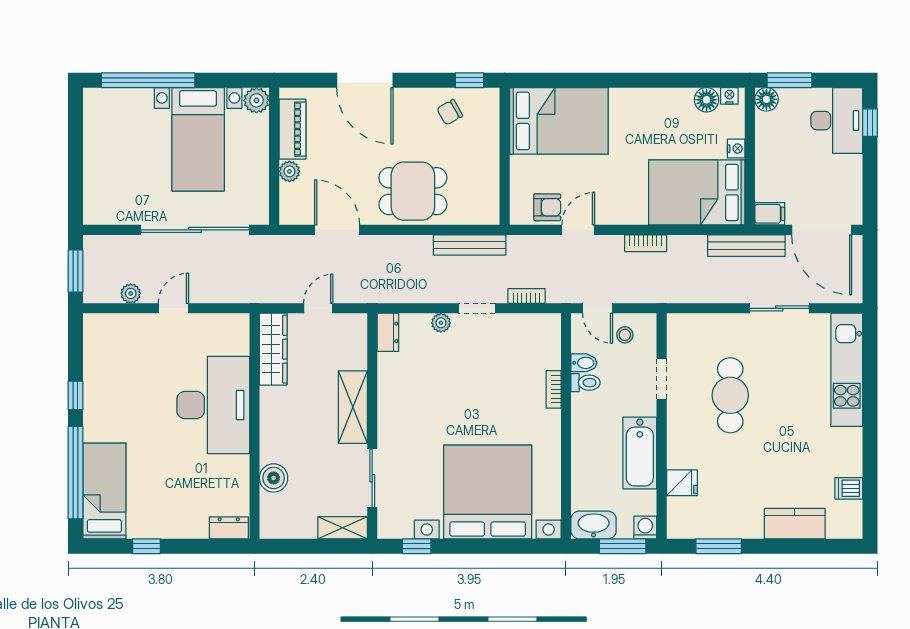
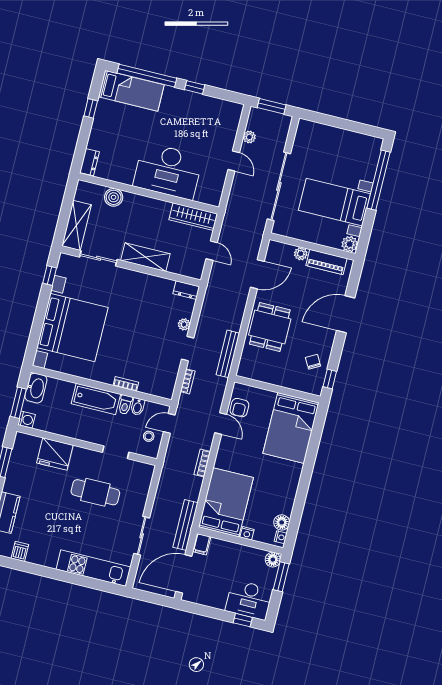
bathtub: (640, 453) -> (96, 399), moved, turned 180
fridge: (682, 483) -> (55, 454), width x1.88, depth x1.34
shelving: (343, 528) -> (76, 225), width x1.50, depth x1.33

